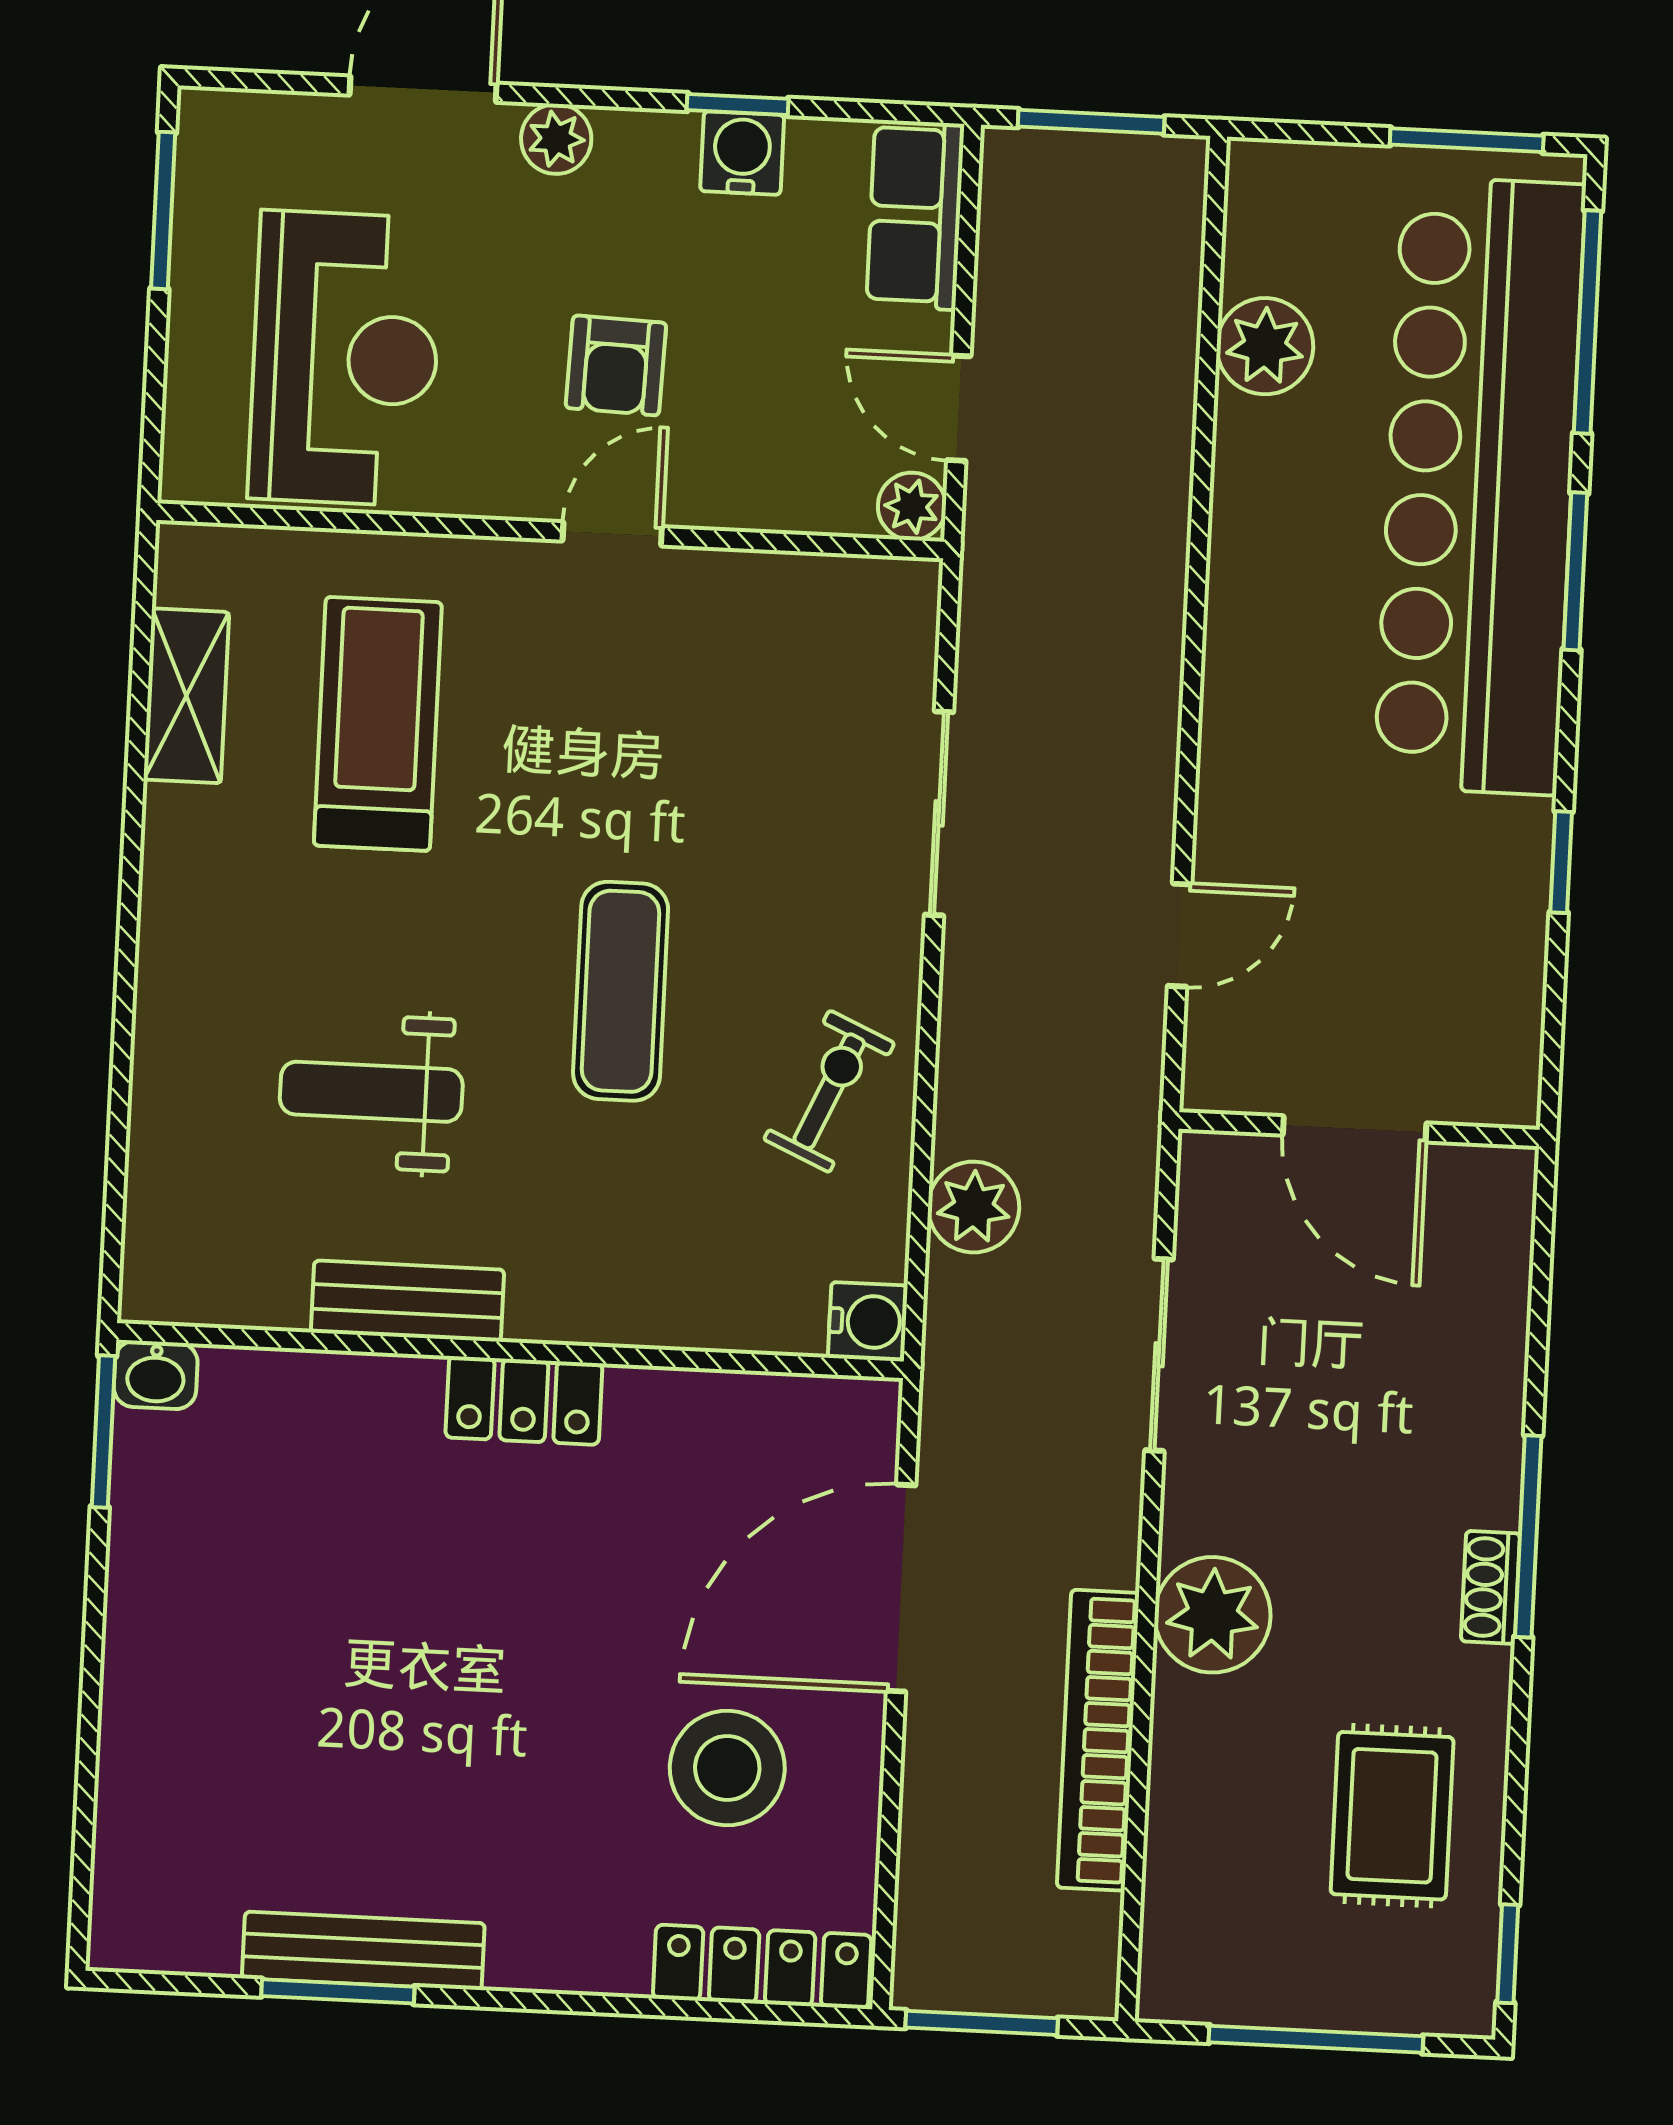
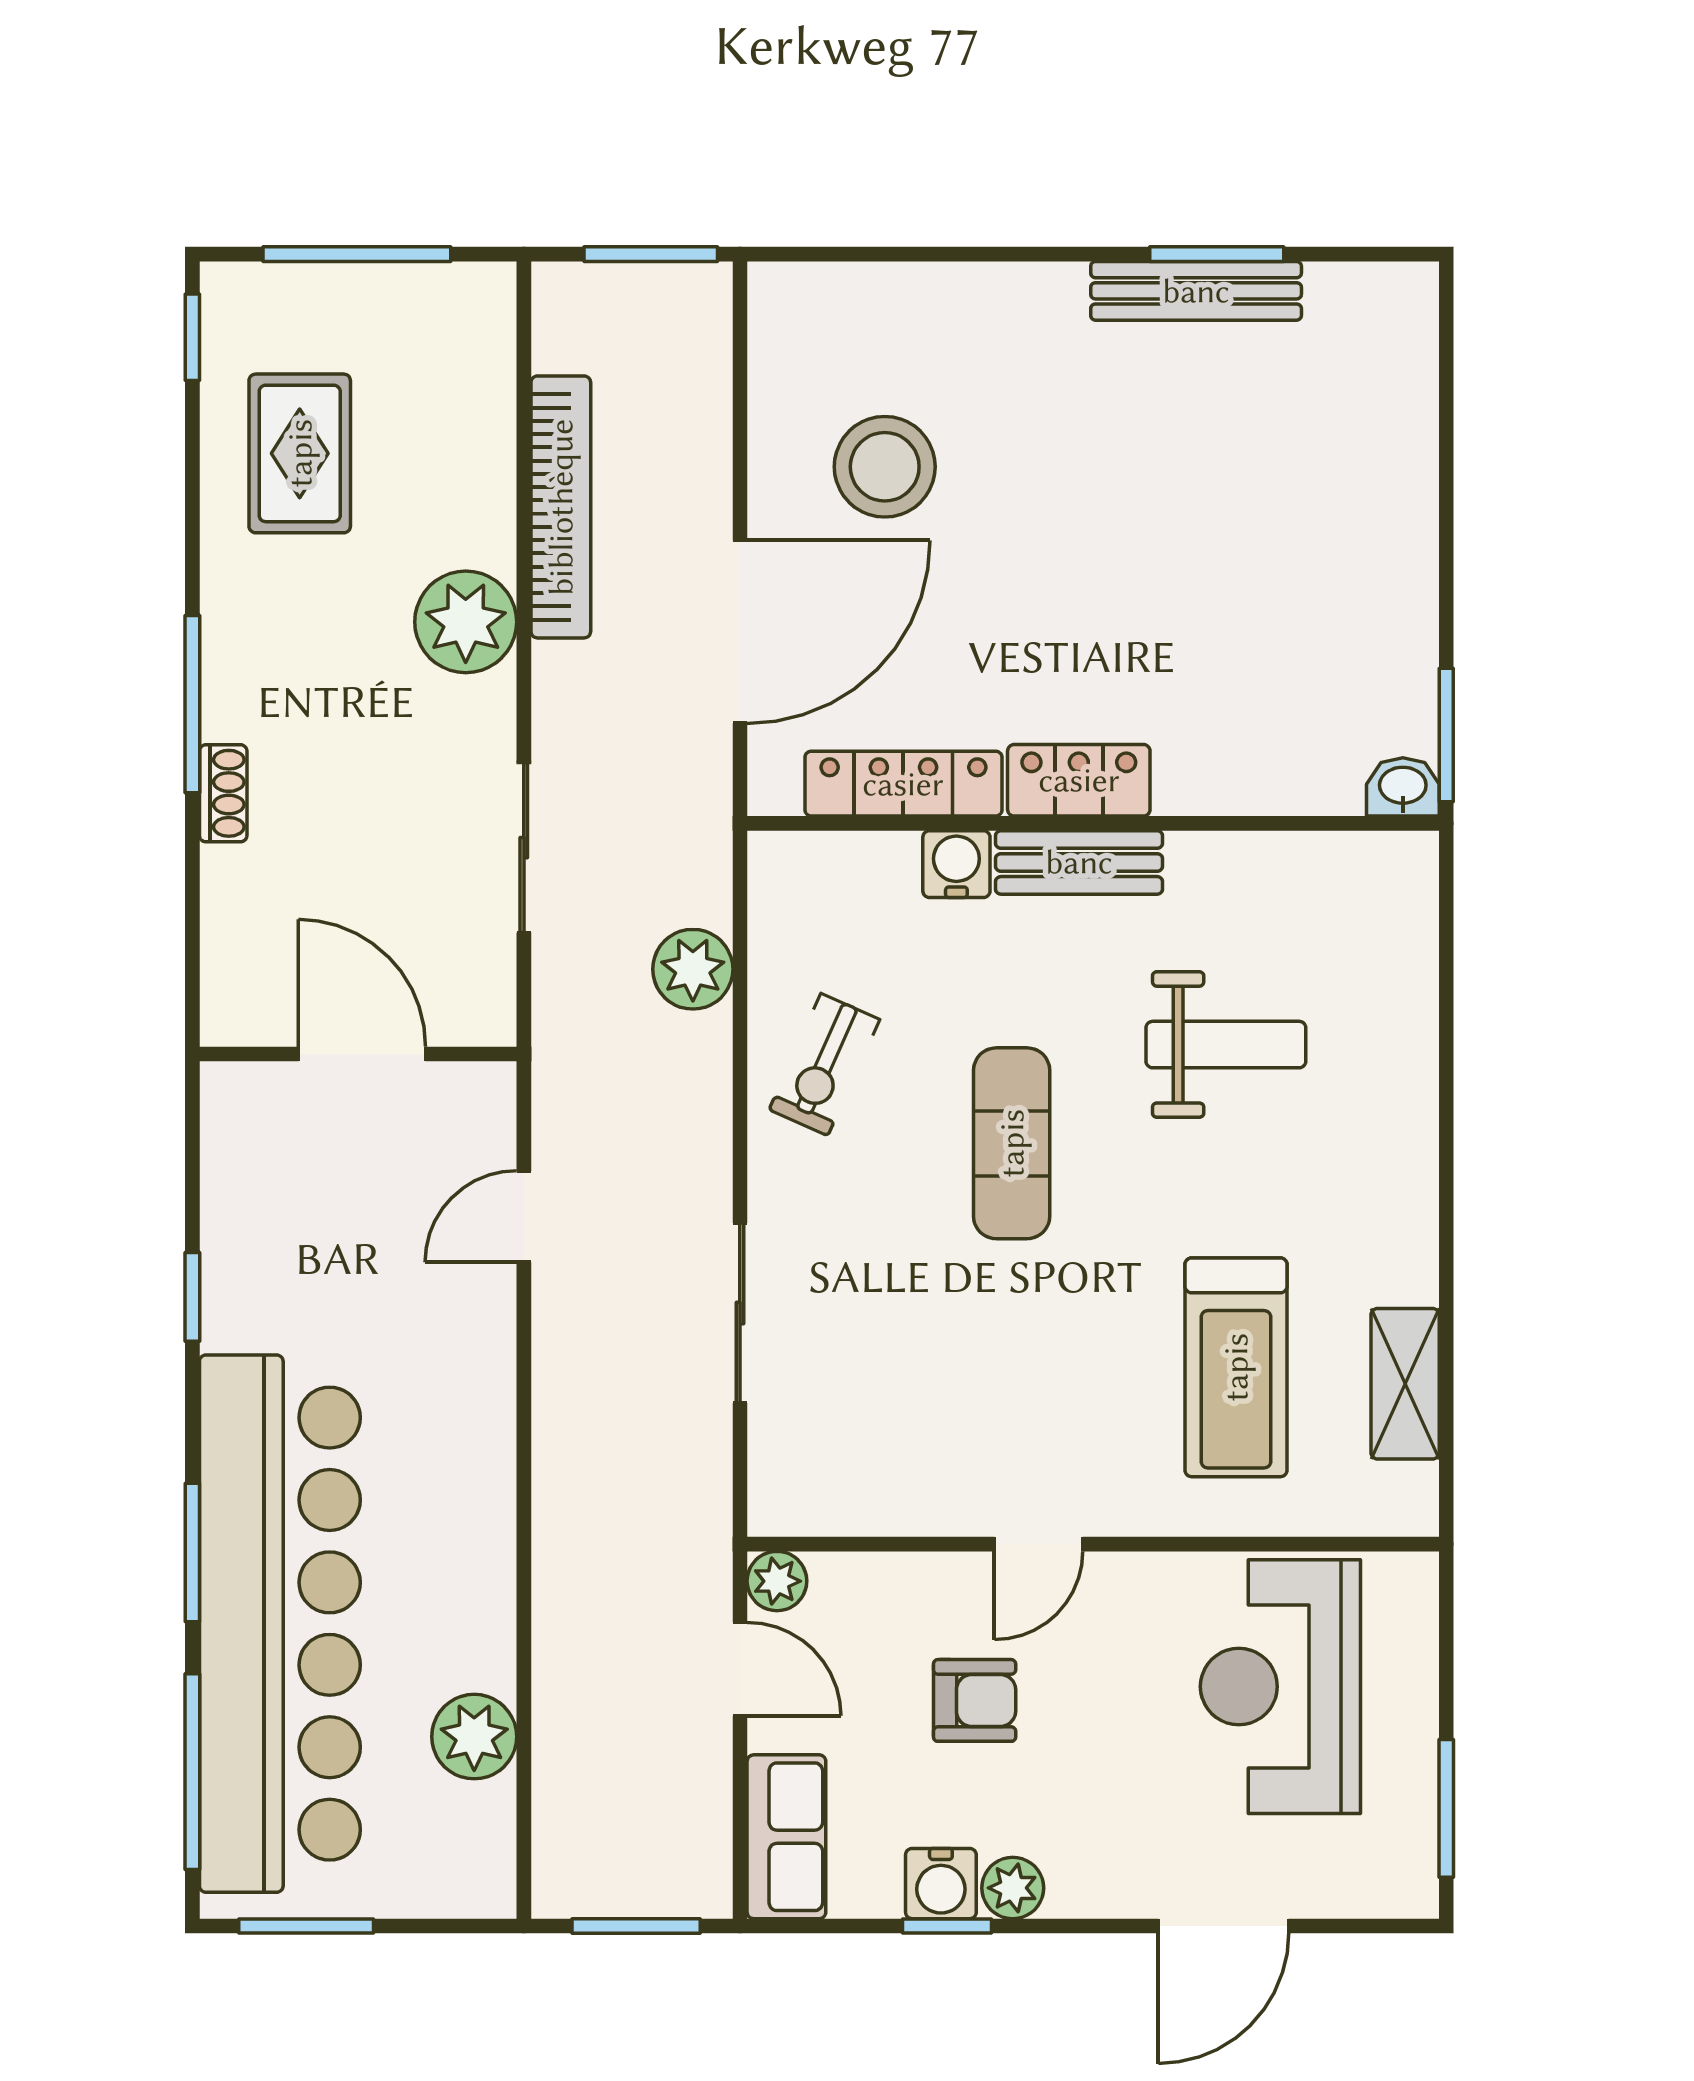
plant: (556, 139) -> (1013, 1888), moved
armchair: (616, 365) -> (975, 1700), moved, turned 88
bench: (407, 1301) -> (1079, 862), moved
water cooler: (868, 1322) -> (956, 864), moved, turned 90
shoe rack: (1490, 1587) -> (223, 793), moved
locker: (762, 1967) -> (903, 784), moved, turned 180

